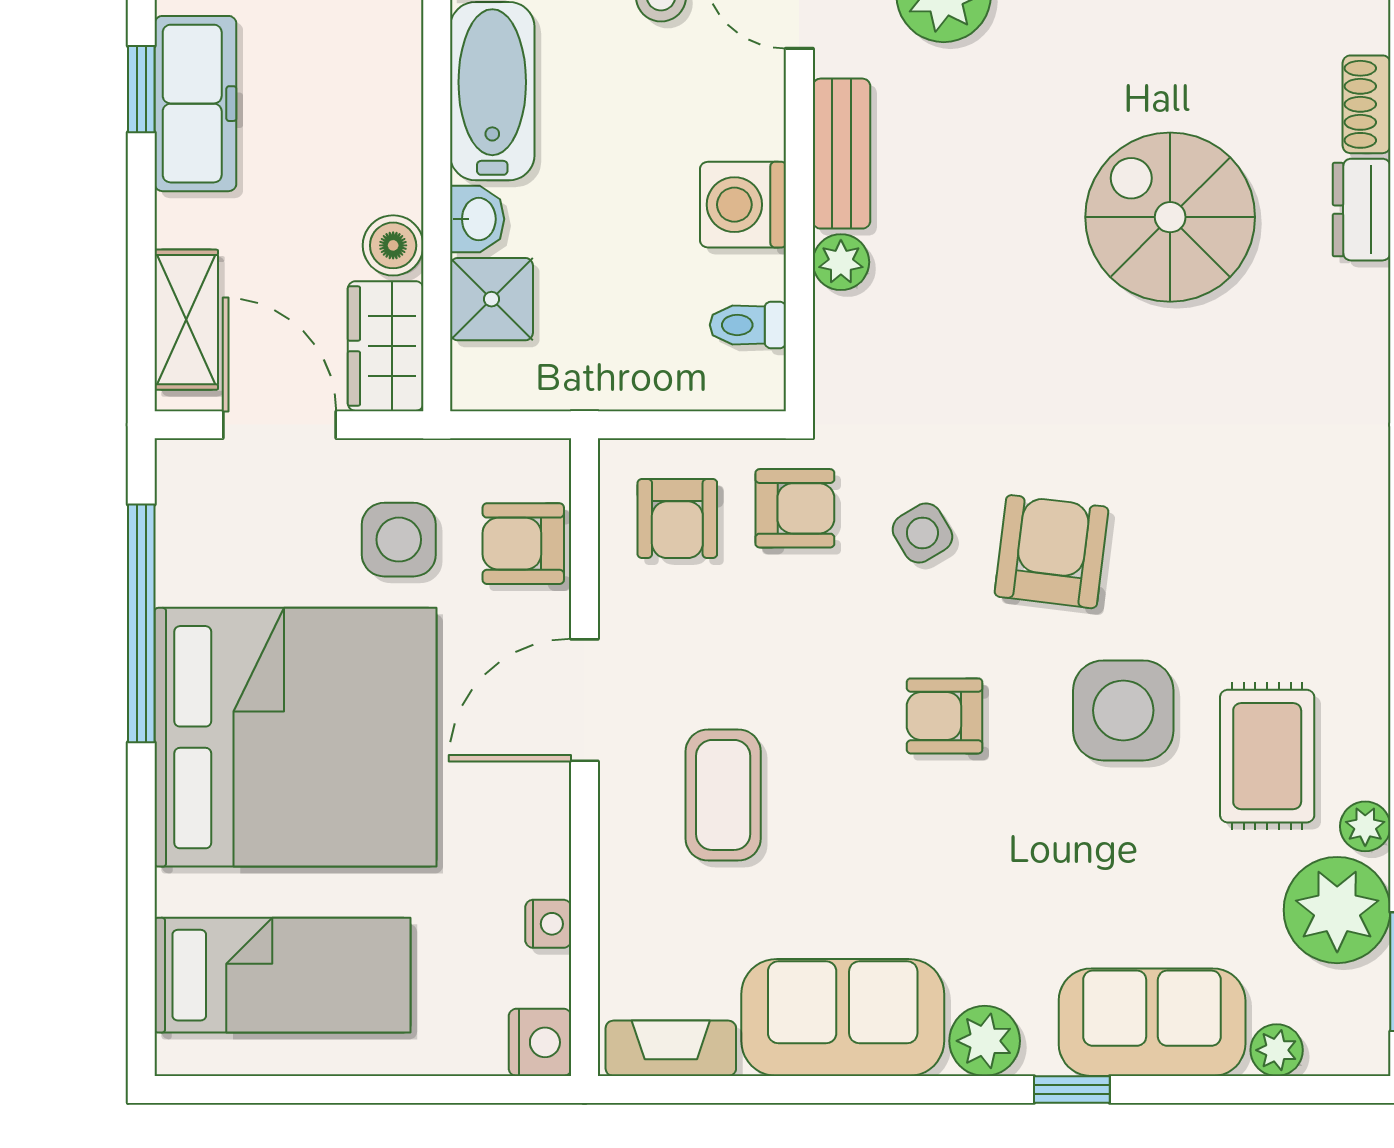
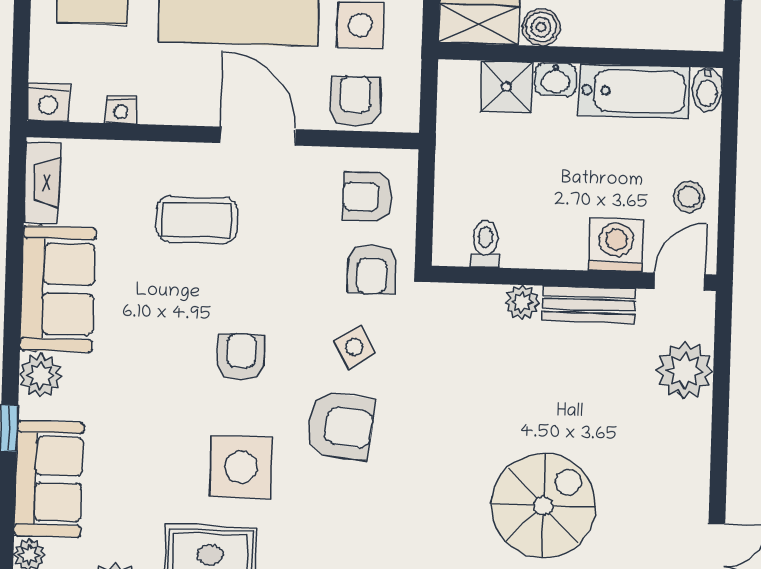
washing machine: (743, 205) -> (616, 245), moved

